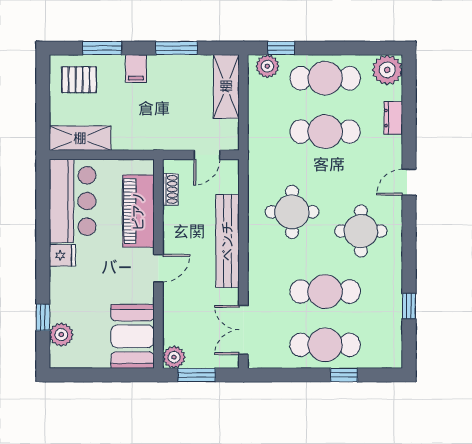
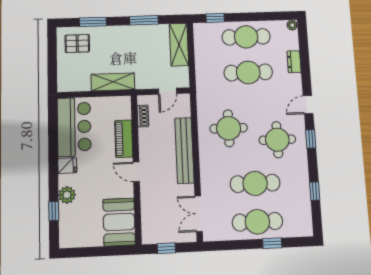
plant: (267, 66) -> (206, 30), removed
filing cabinet: (136, 68) -> (116, 35), removed
plant: (387, 70) -> (292, 25), width x0.53, depth x0.53
shelving: (80, 138) -> (113, 82), moved
piano: (138, 211) -> (124, 139), width x0.73, depth x0.75
window: (409, 232) -> (311, 139), added
door: (158, 268) -> (136, 172), swing flipped
plant: (61, 335) -> (67, 195), moved
plant: (174, 357) -> (150, 236), removed
window: (197, 375) -> (166, 248), width x0.67

